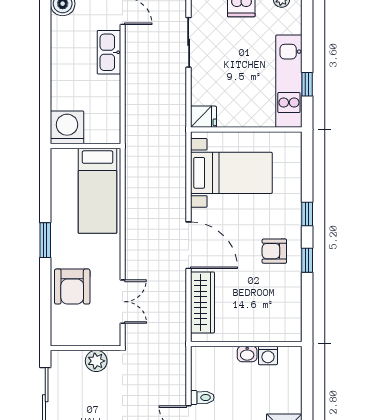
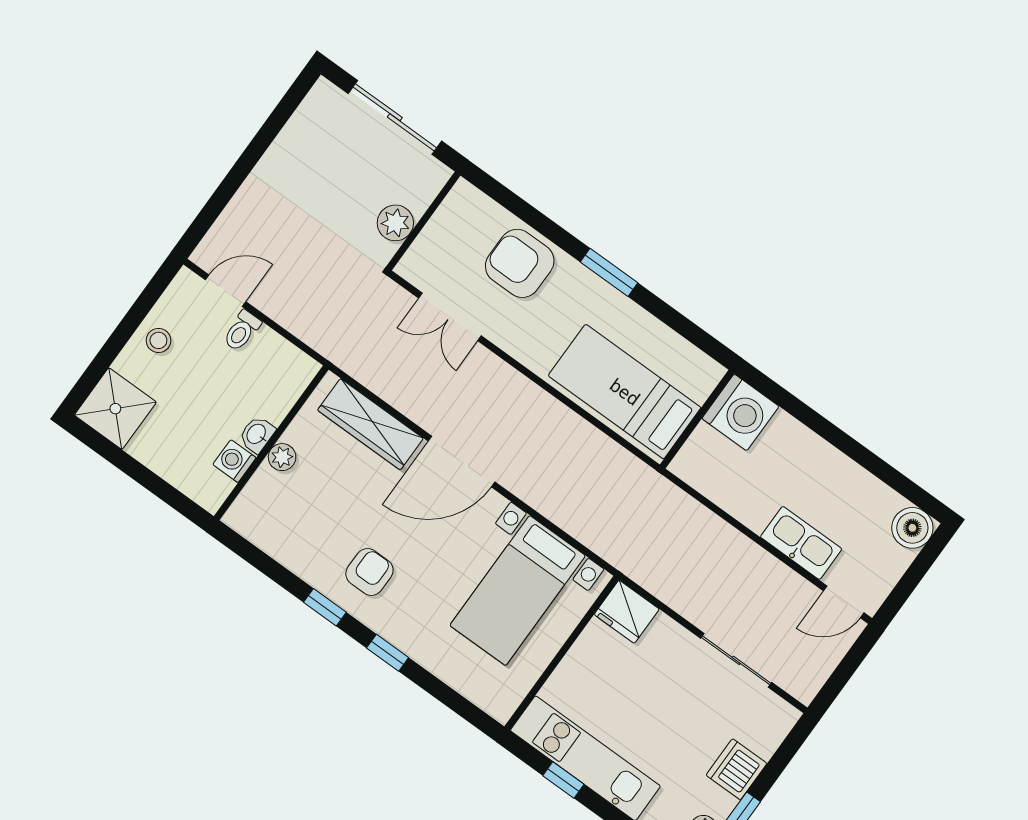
fridge: (203, 117) -> (627, 612), width x1.38
plant: (249, 334) -> (282, 457), added

